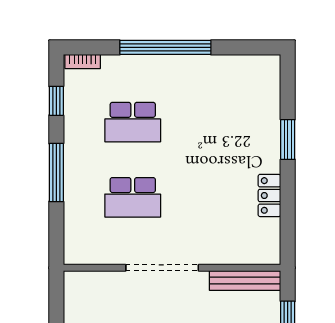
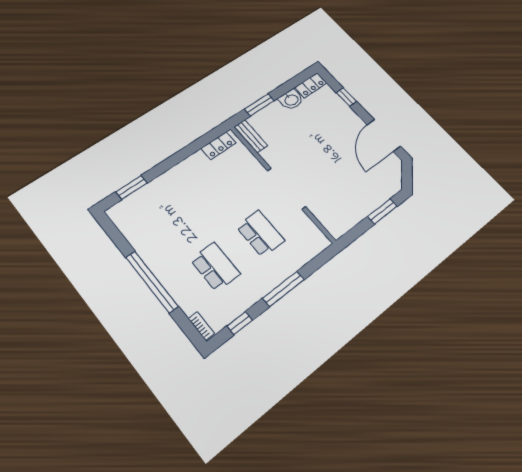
window: (288, 139) -> (131, 187), moved
locker: (269, 195) -> (218, 146), moved
bench: (245, 280) -> (251, 136), width x0.73

